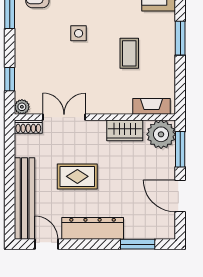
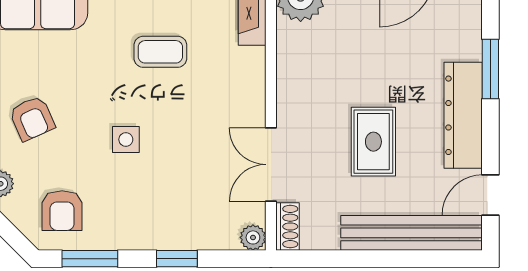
window: (10, 79) -> (177, 259), moved
wardrobe: (125, 130) -> (294, 60), removed
window: (138, 244) -> (490, 69), moved

